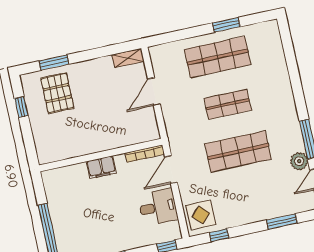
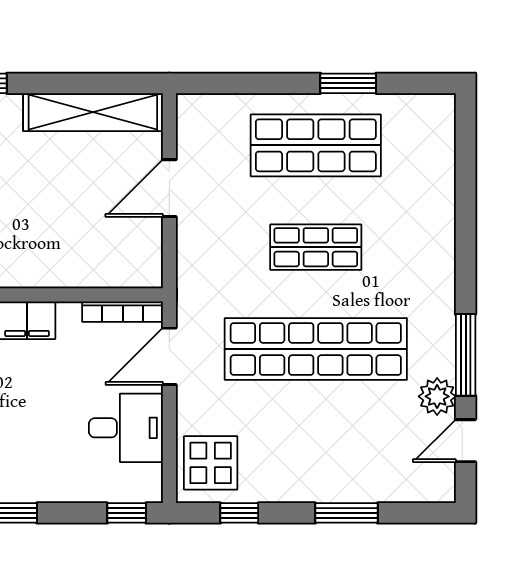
shelving: (128, 58) -> (93, 112), width x2.20, depth x1.33
shop shelf: (238, 151) -> (316, 349), width x1.40
window: (282, 221) -> (346, 513), moved

